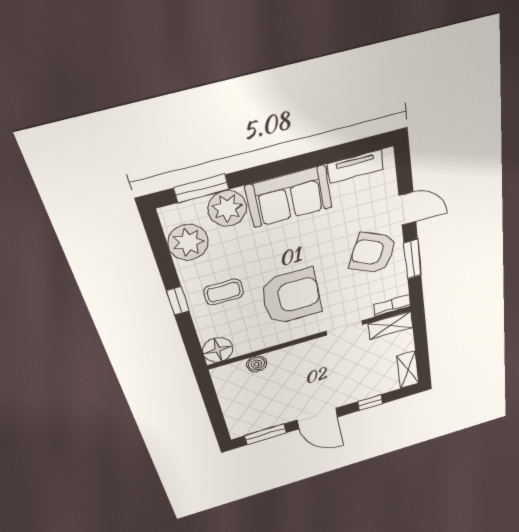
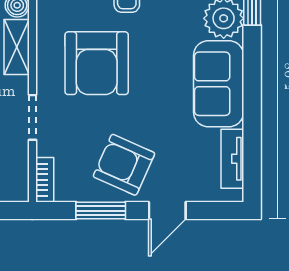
armchair: (373, 253) -> (124, 165), turned -91
shelving: (390, 325) -> (17, 47), moved

